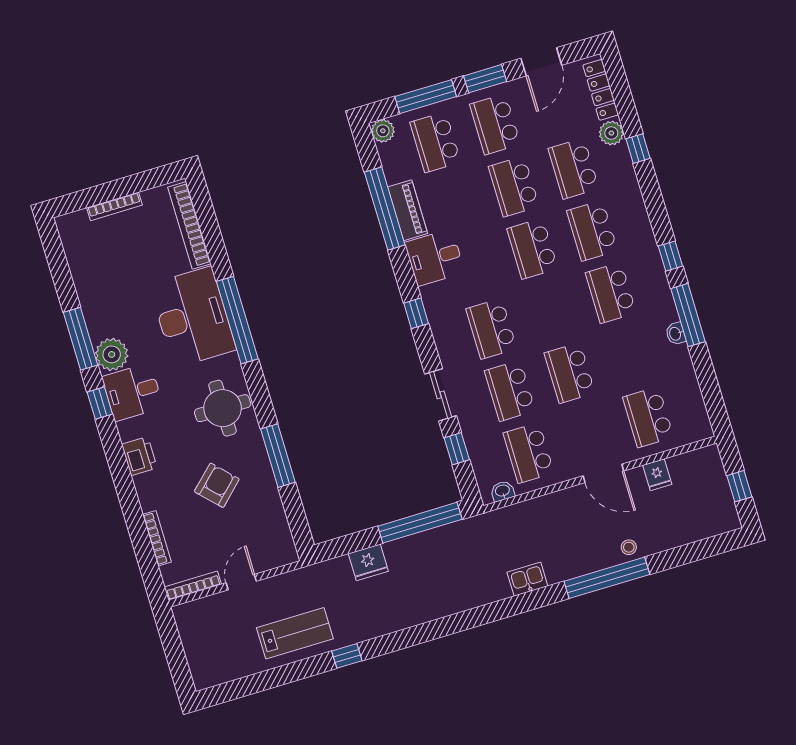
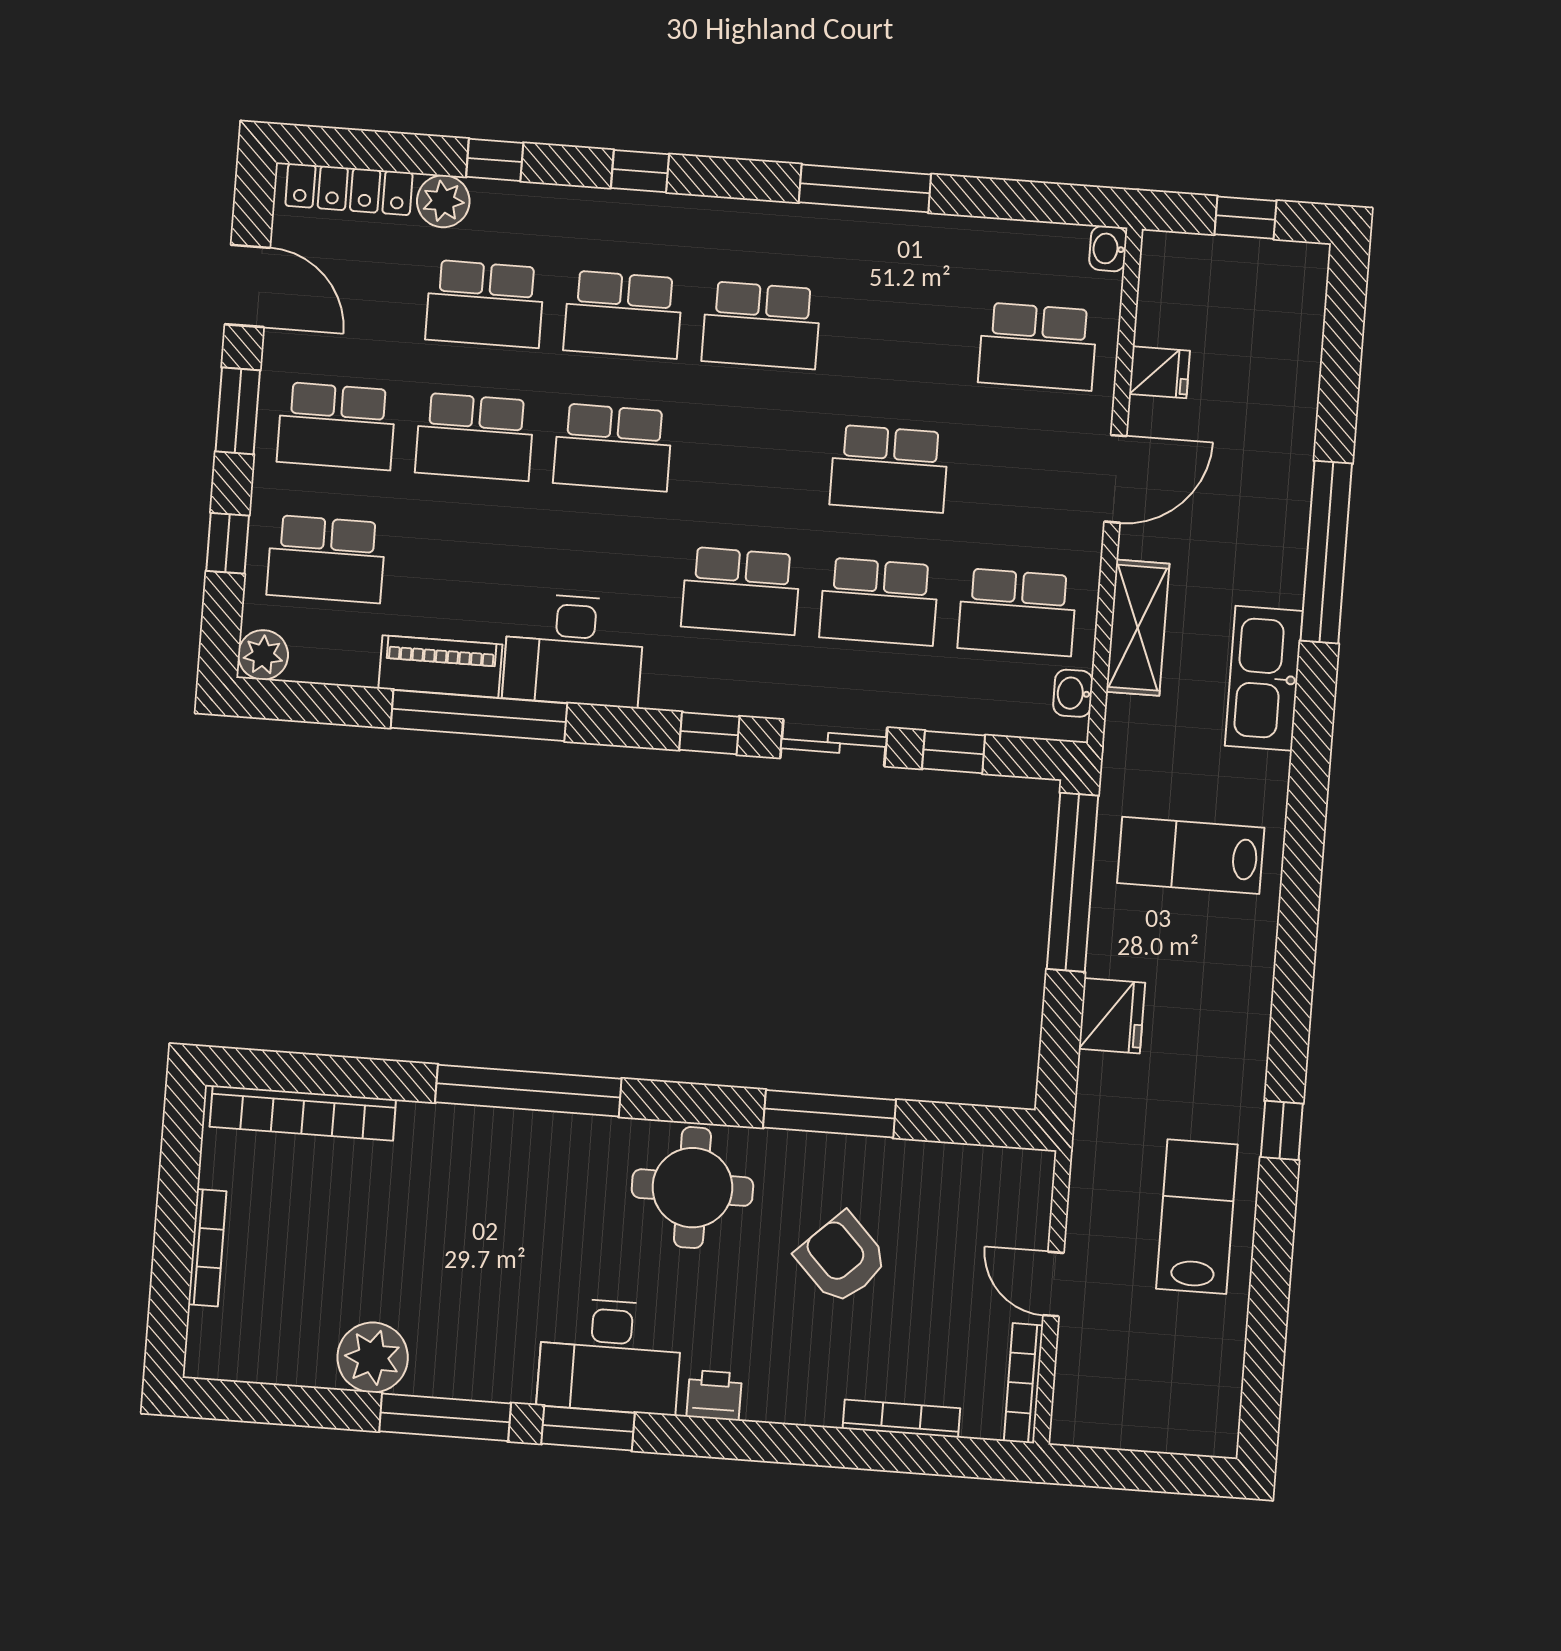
window: (426, 97) -> (228, 543), width x0.46
window: (385, 209) -> (479, 716), moved
window: (670, 256) -> (640, 171), moved
desk: (435, 257) -> (574, 650), width x1.37
window: (416, 313) -> (709, 733), moved
desk: (193, 317) -> (488, 1177), removed
washbasin: (676, 334) -> (1108, 249), moved, turned 90
plant: (112, 354) -> (373, 1357), moved
desk: (133, 392) -> (610, 1356), width x1.37
window: (100, 403) -> (588, 1428), width x1.50
printer: (139, 456) -> (714, 1395), width x0.73, depth x0.81
shelving: (542, 508) -> (1138, 628), added
stool: (629, 547) -> (1282, 485), removed
lab bench: (452, 570) -> (1191, 855), added
kitchen sink: (527, 579) -> (1264, 678), width x1.88, depth x1.24

